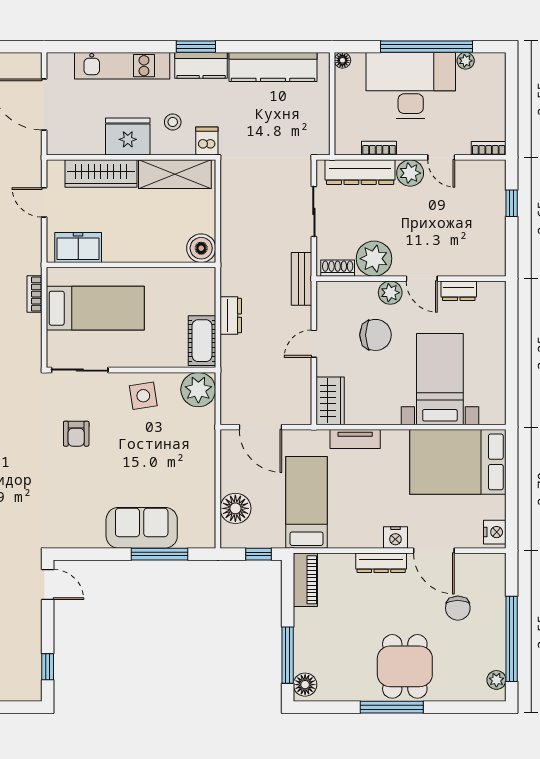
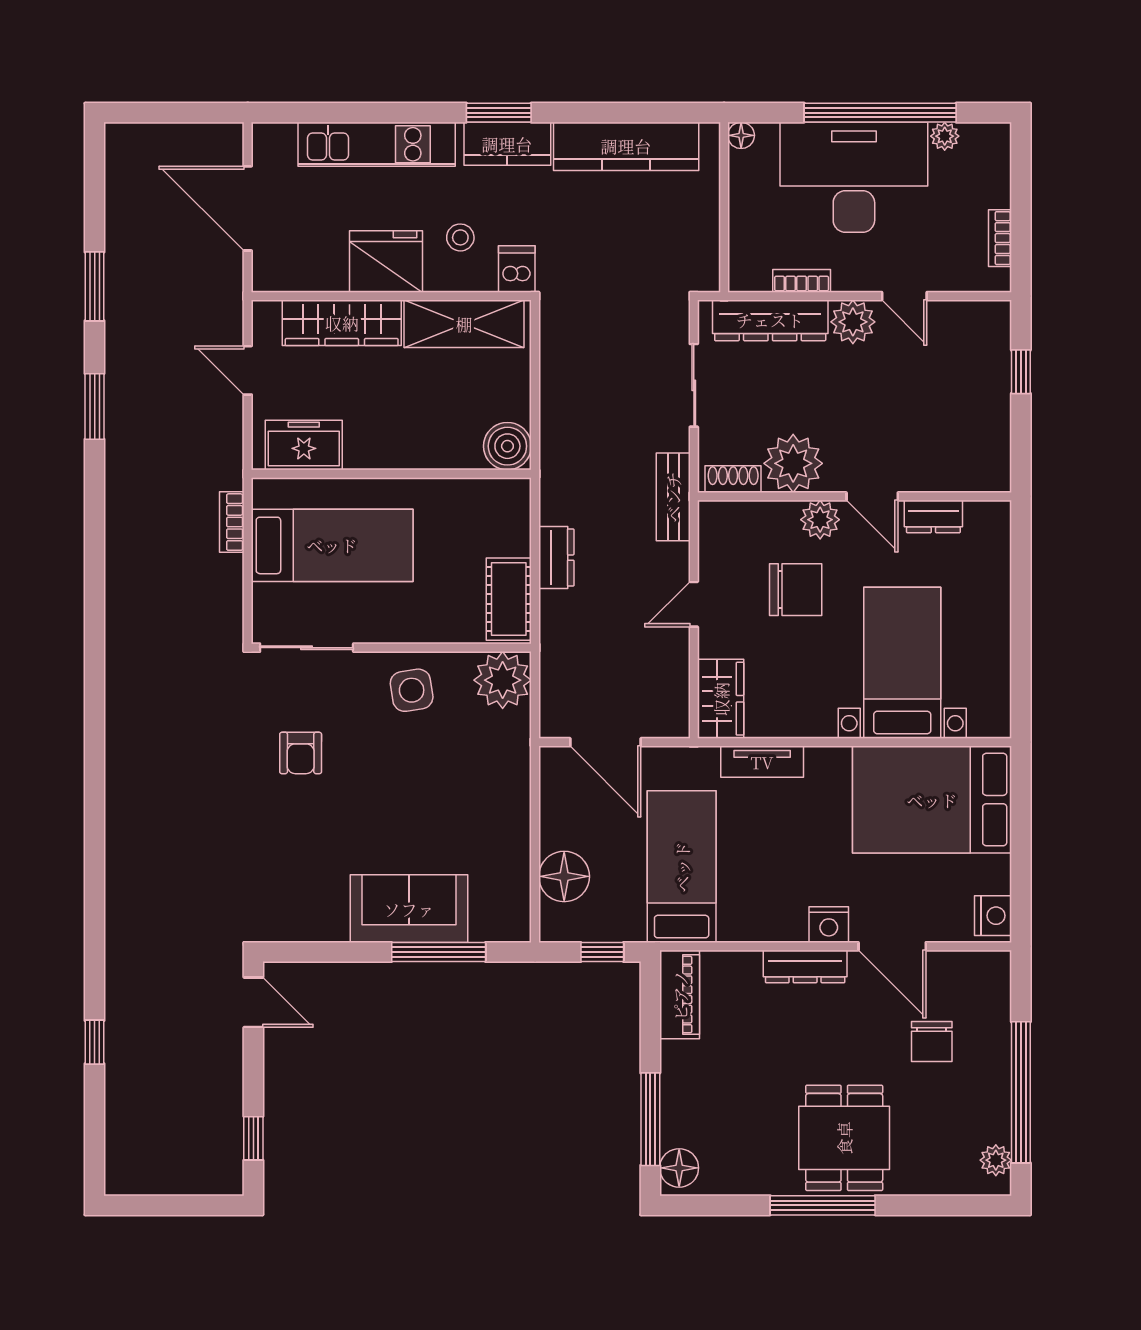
bookcase: (489, 148) -> (1000, 238), moved, turned -90

